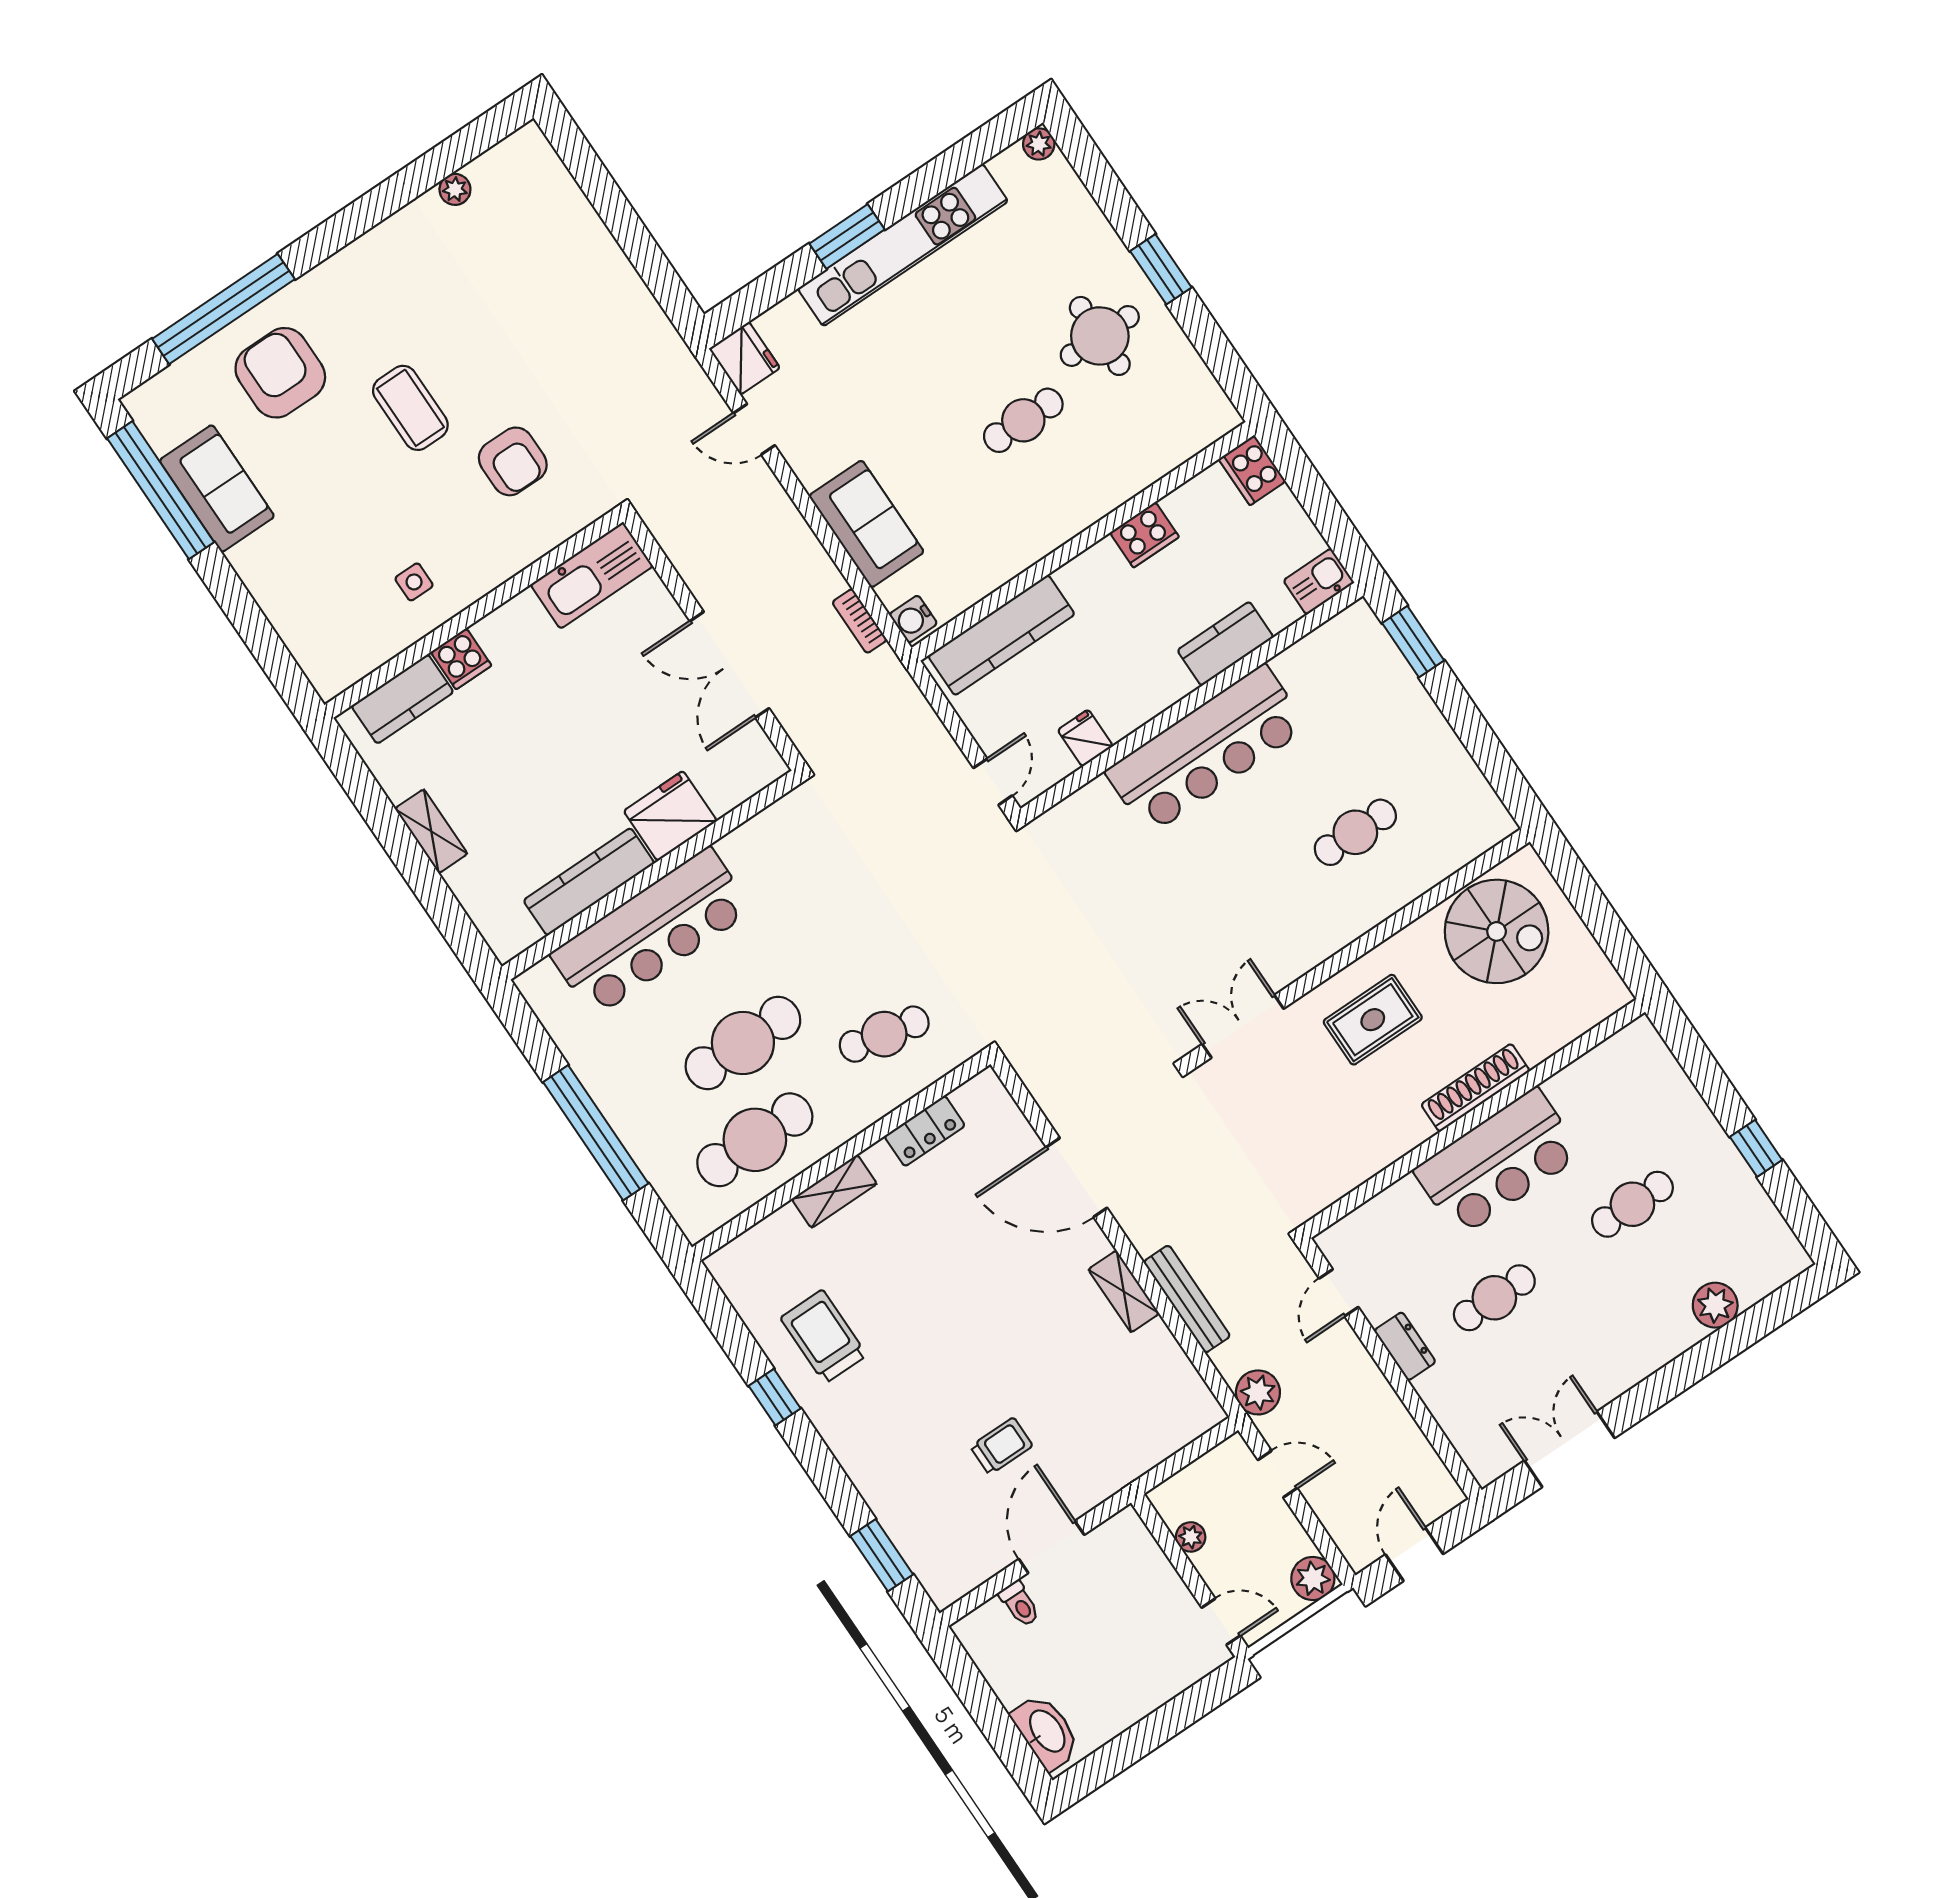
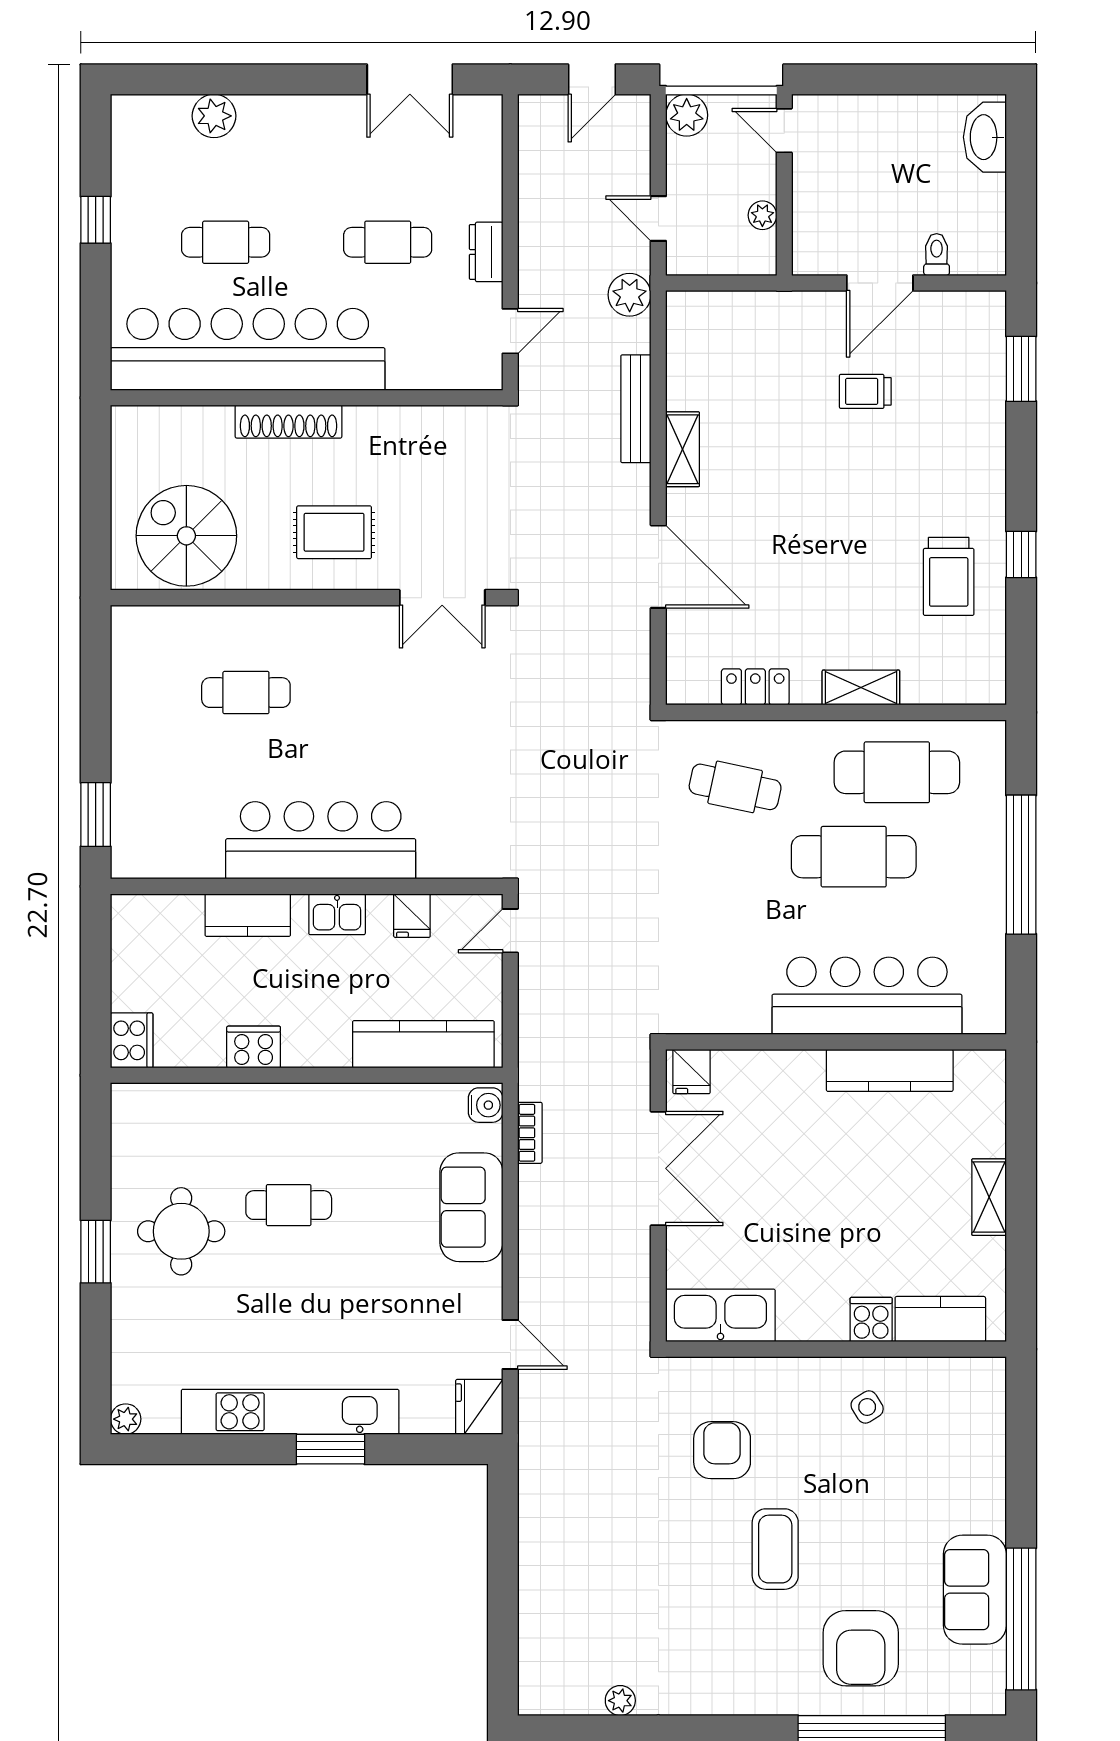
side table: (414, 582) -> (867, 1407), turned -32
kitchen sink: (1319, 582) -> (337, 914), moved
fridge: (670, 816) -> (691, 1071), moved, width x0.53, depth x0.75
bar counter: (1498, 1162) -> (248, 349), width x1.86

